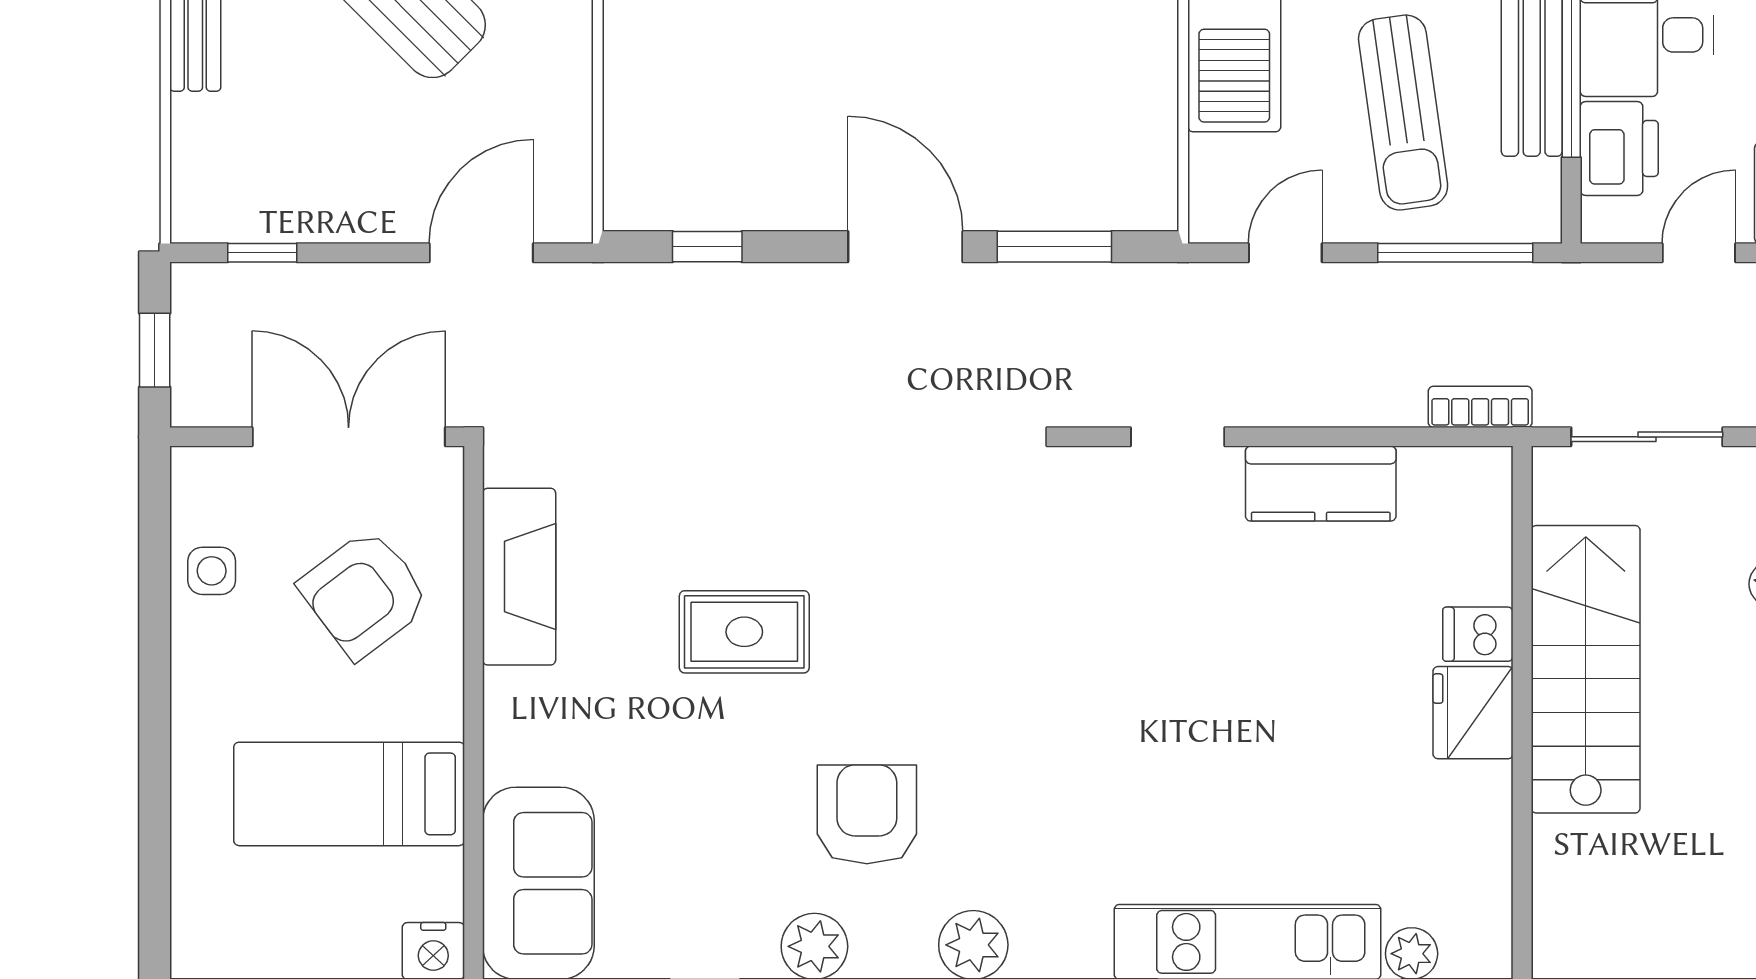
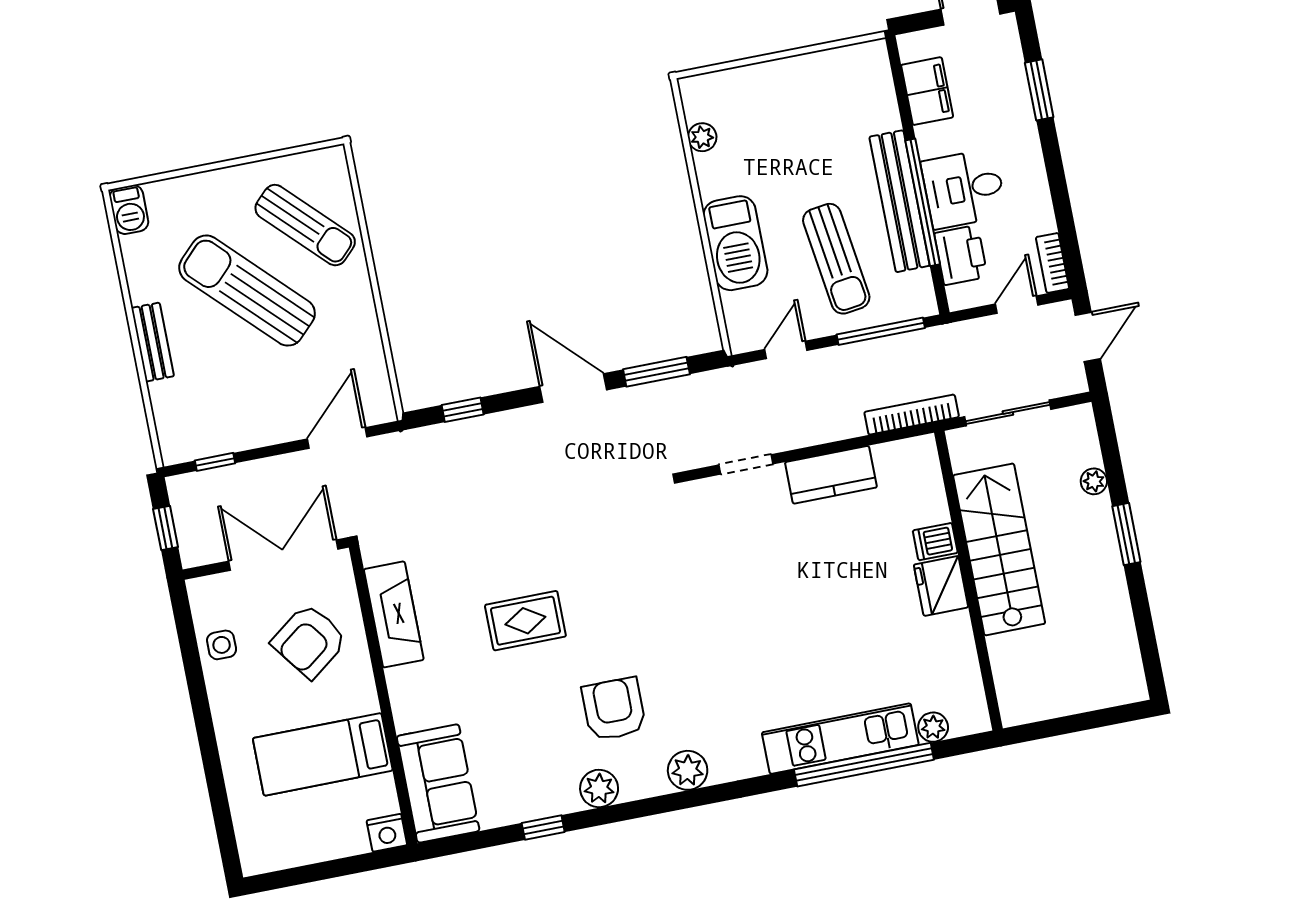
bookcase: (1480, 407) -> (912, 415), width x1.56

